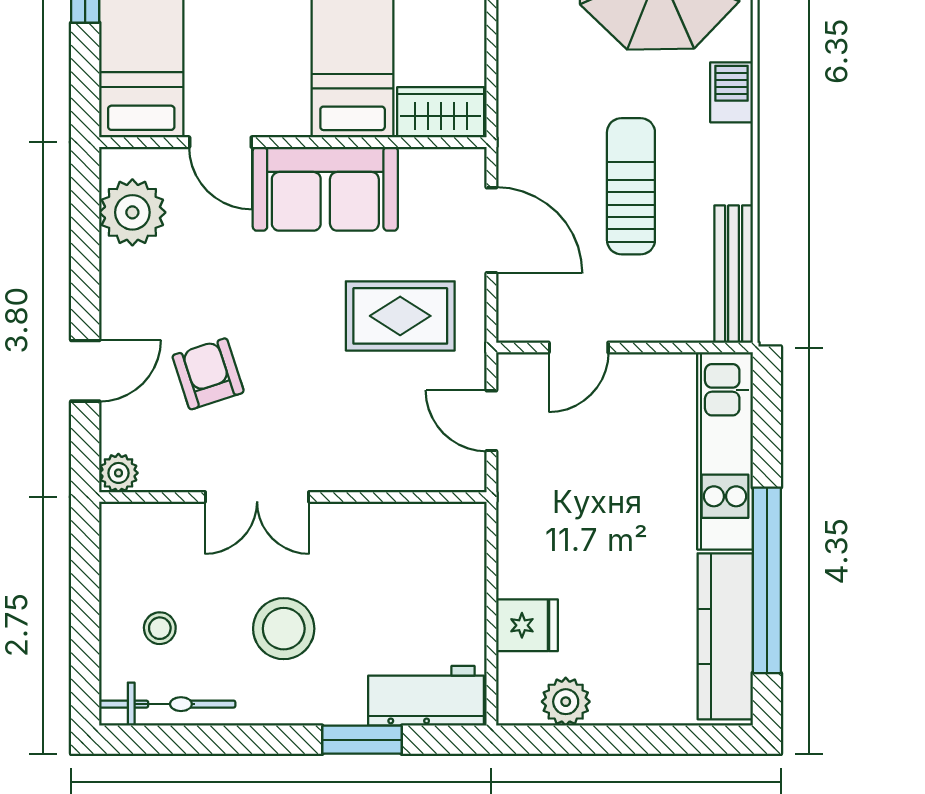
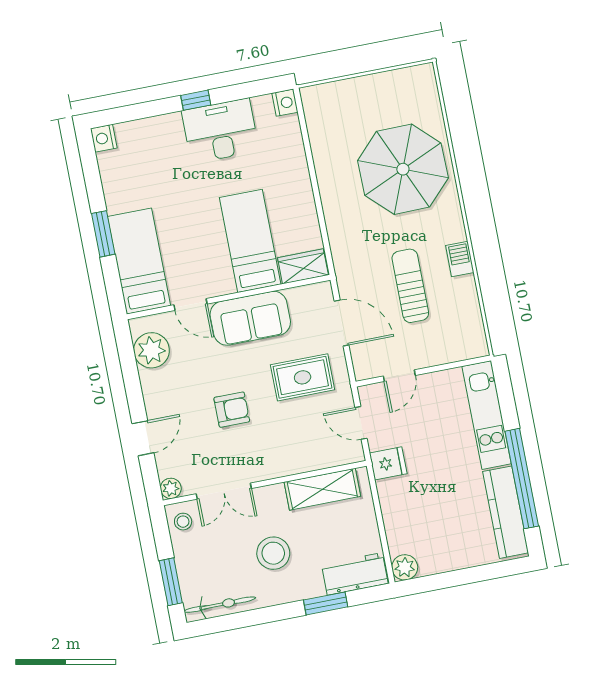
barbecue: (732, 92) -> (460, 259), moved
bench: (734, 274) -> (473, 321), removed
armchair: (208, 374) -> (232, 410), moved, turned 108
double door: (257, 497) -> (224, 491), moved
shelving: (397, 529) -> (322, 489), added
fridge: (527, 625) -> (388, 463), moved
stool: (160, 628) -> (183, 522), moved
window: (85, 645) -> (171, 582), added
plant: (566, 702) -> (405, 567), moved

